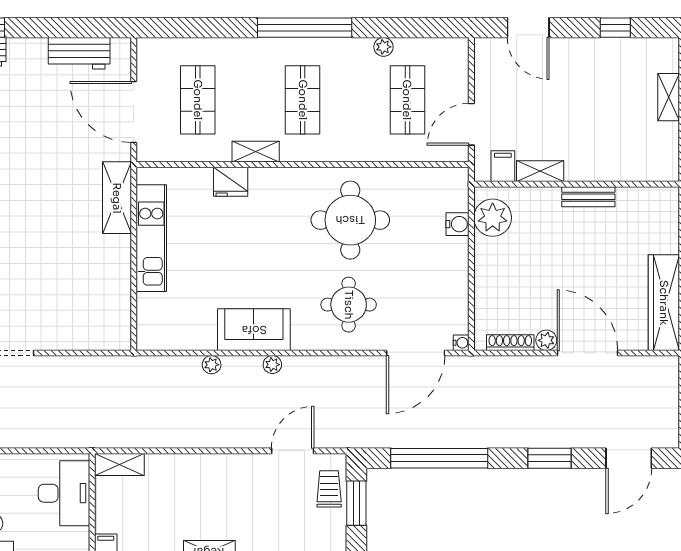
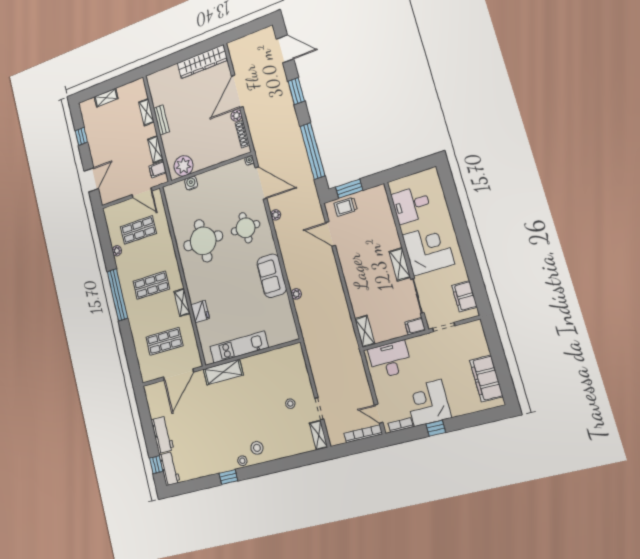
workbench: (79, 53) -> (162, 435), moved
shelving: (613, 171) -> (146, 112), added
stool: (35, 305) -> (290, 404), added
plant: (272, 365) -> (276, 215), moved

